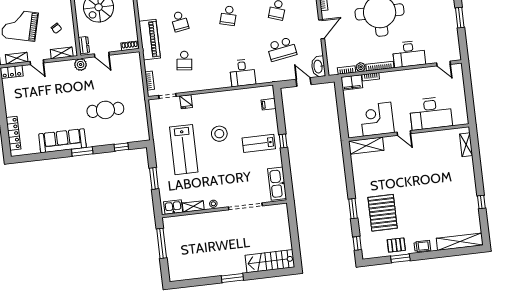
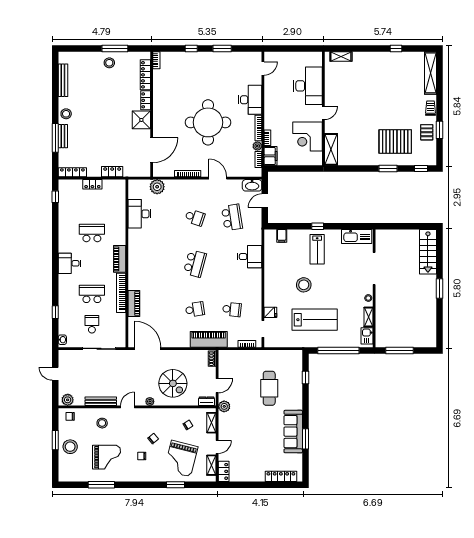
school desk: (228, 16) -> (195, 263), width x1.85
window: (82, 152) -> (305, 439), moved
window: (154, 178) -> (338, 351), width x2.11

